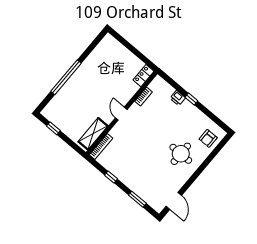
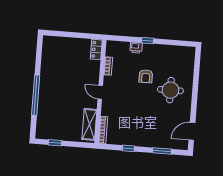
armchair: (208, 138) -> (146, 76), moved
door: (174, 201) -> (192, 131), swing flipped

